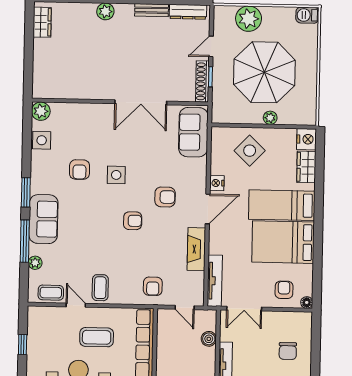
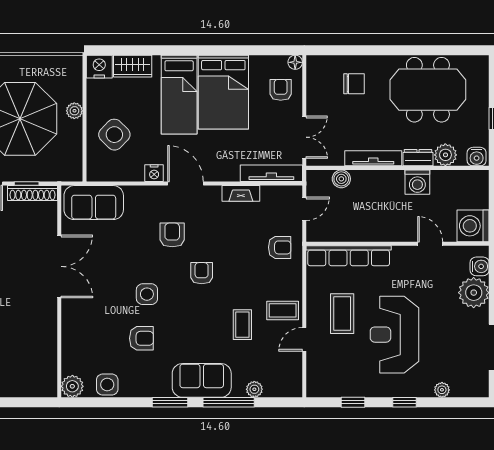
fireplace: (196, 249) -> (241, 193), width x0.73, depth x0.76
armchair: (284, 290) -> (281, 90), turned 90
coffee table: (51, 293) -> (242, 325), moved

